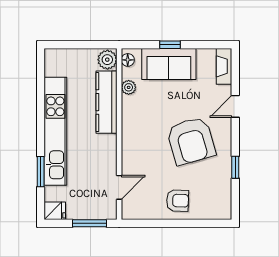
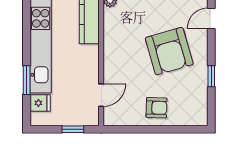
fridge: (55, 211) -> (40, 103), moved
window: (89, 223) -> (73, 129), width x0.67

